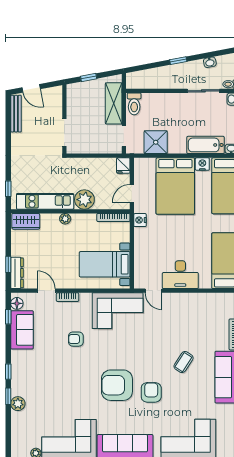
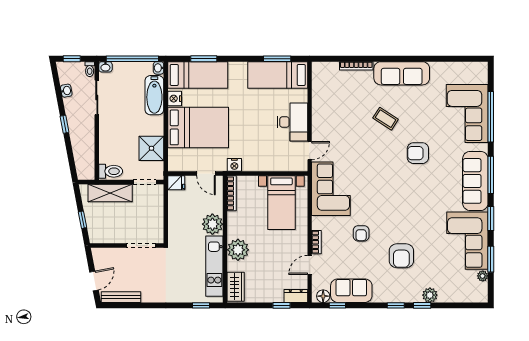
plant: (65, 219) -> (238, 250), width x1.87, depth x1.87
dresser: (17, 273) -> (296, 296), width x0.70
armchair: (117, 385) -> (401, 256), moved, width x0.73, depth x0.73

